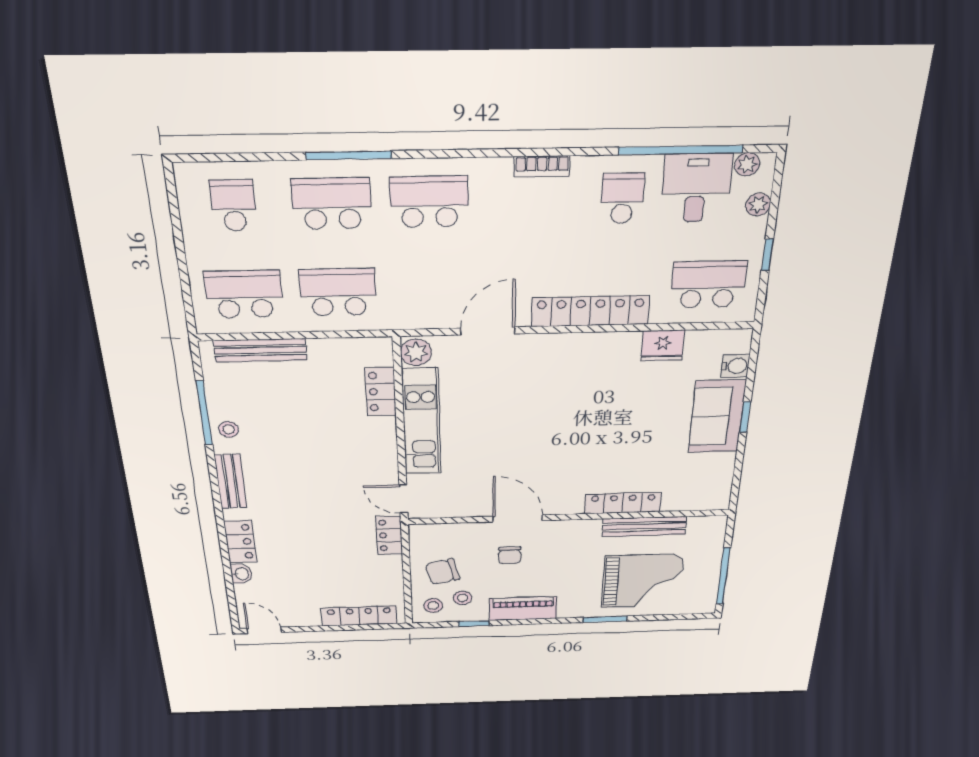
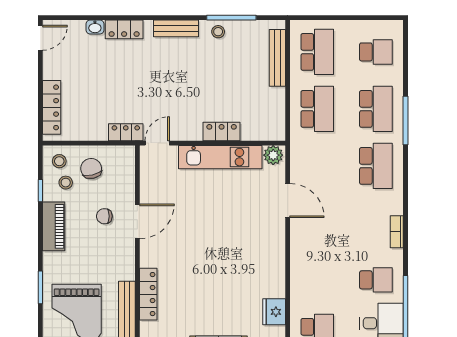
locker: (590, 311) -> (300, 264), removed
locker: (381, 392) -> (222, 132), moved

